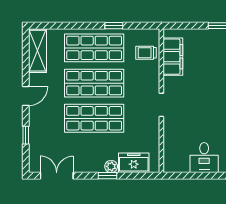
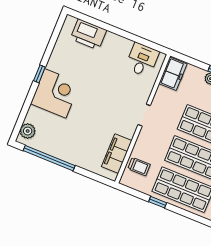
desk: (204, 158) -> (142, 60), moved
freezer: (134, 163) -> (173, 74), moved, turned -90

